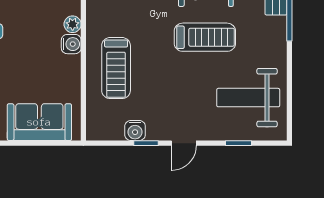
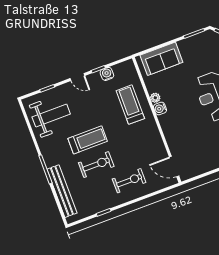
plant: (73, 24) -> (155, 98), moved
treadmill: (205, 37) -> (88, 140), turned 180
door: (184, 143) -> (77, 77), swing flipped

